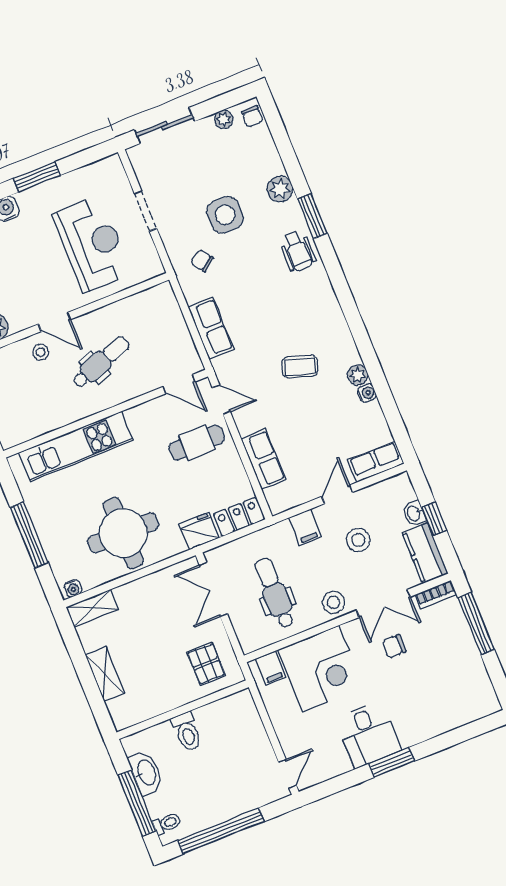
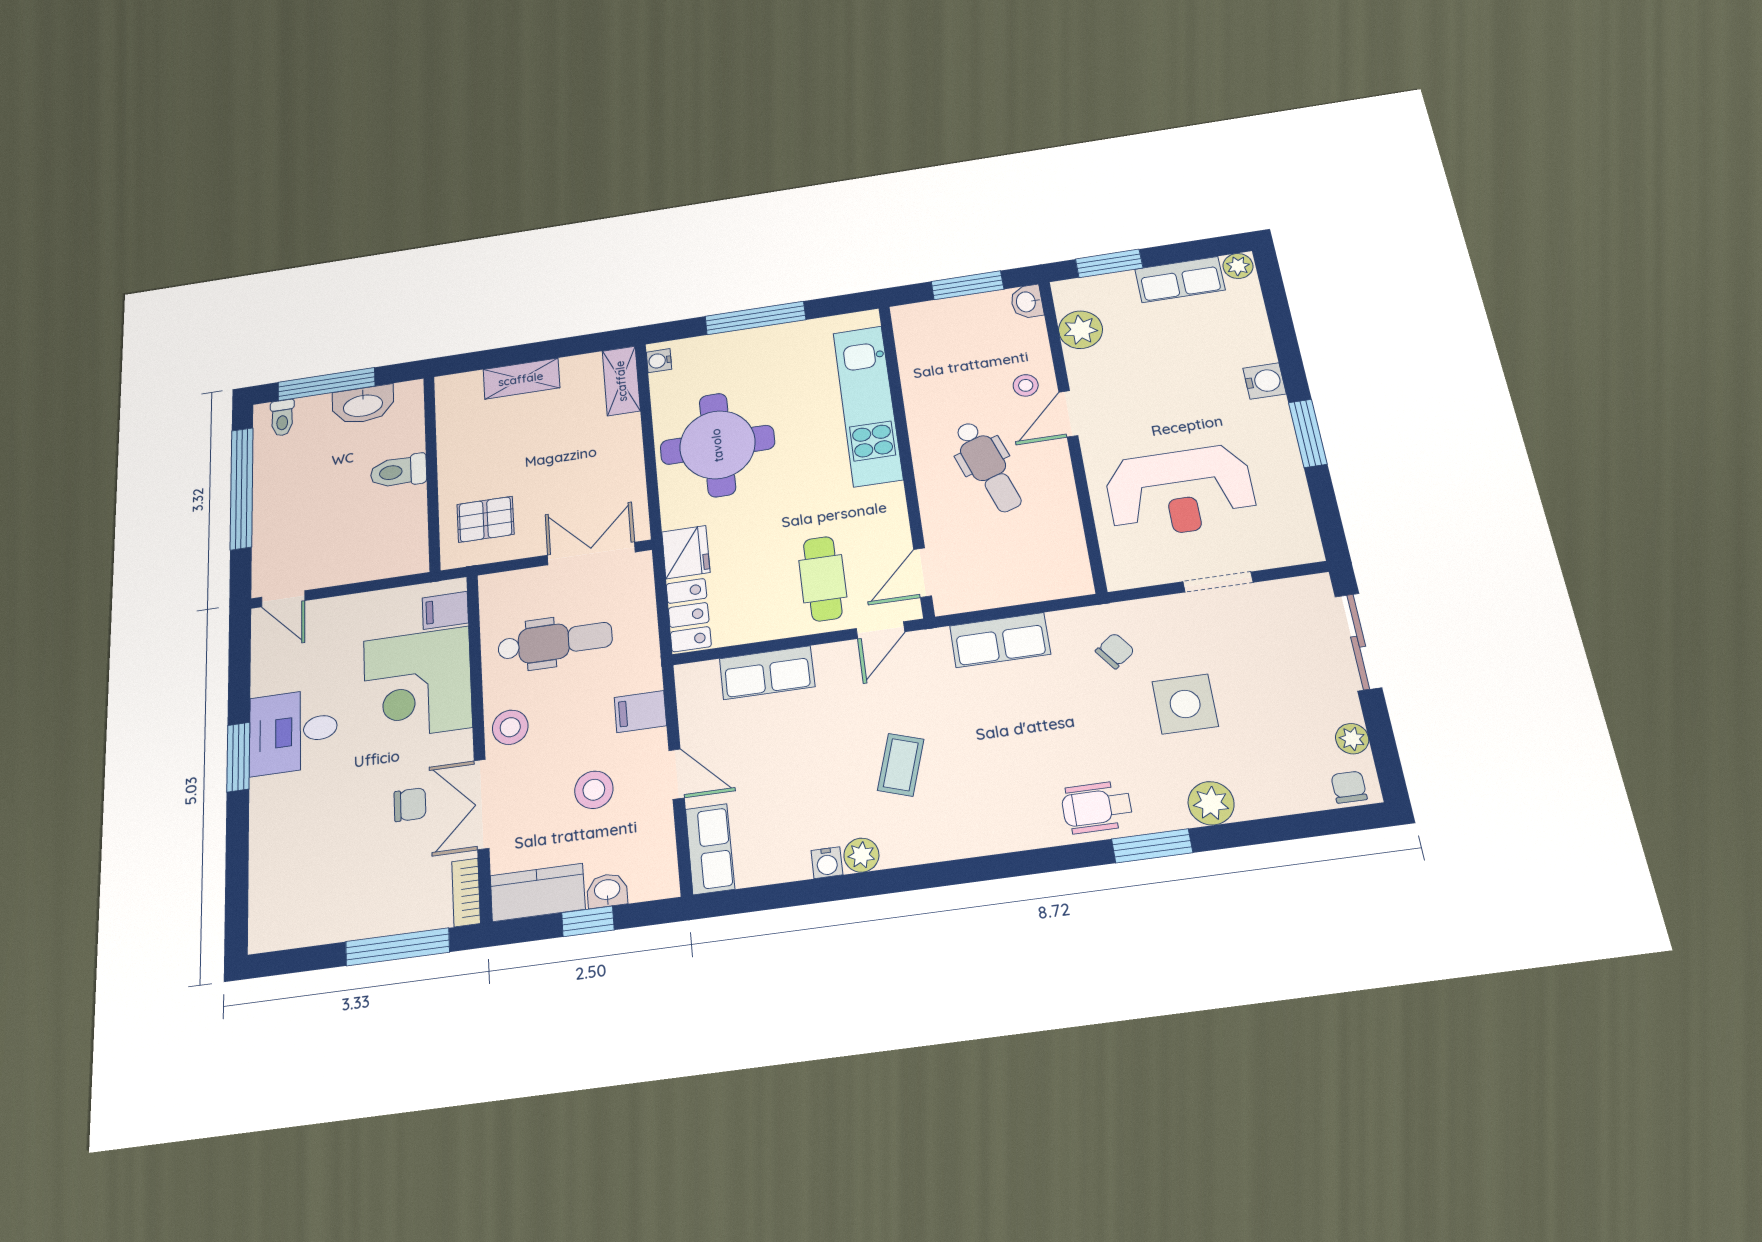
chair: (252, 116) -> (1349, 787), turned 90
chair: (394, 646) -> (410, 805), turned 90

